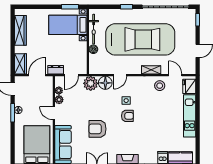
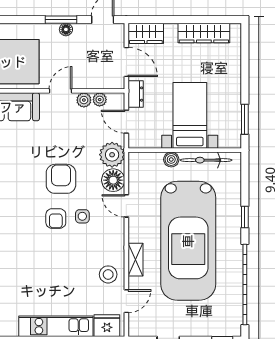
bed with nightstands: (68, 25) -> (190, 115), moved
armchair: (97, 129) -> (61, 179), moved

